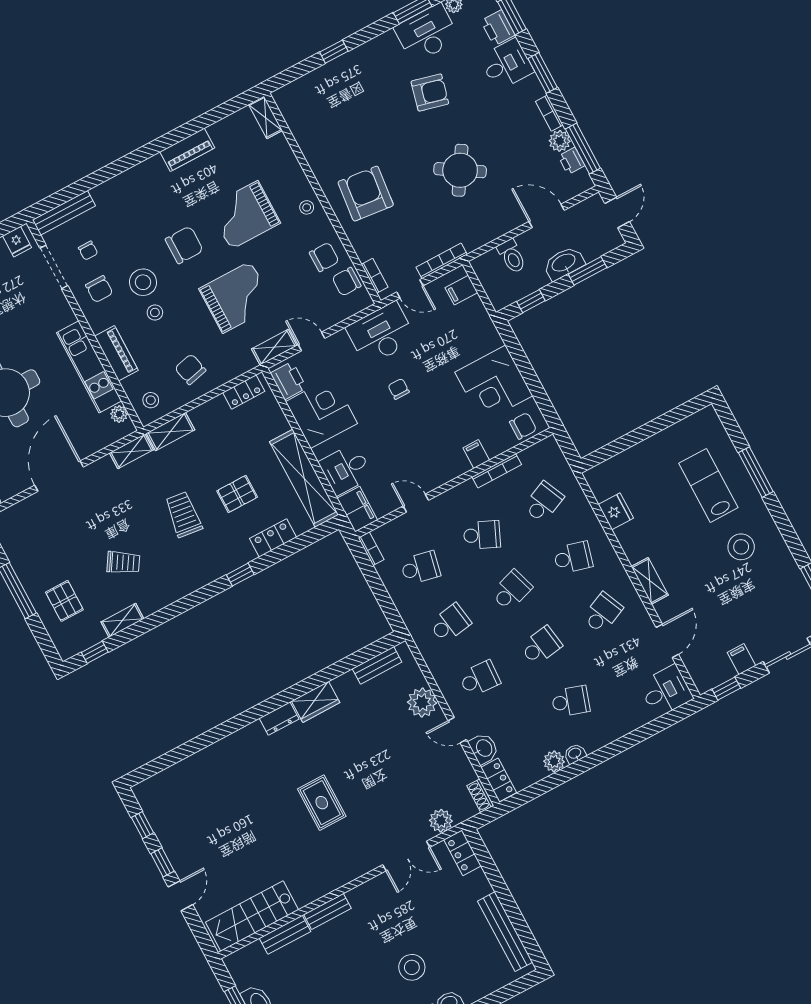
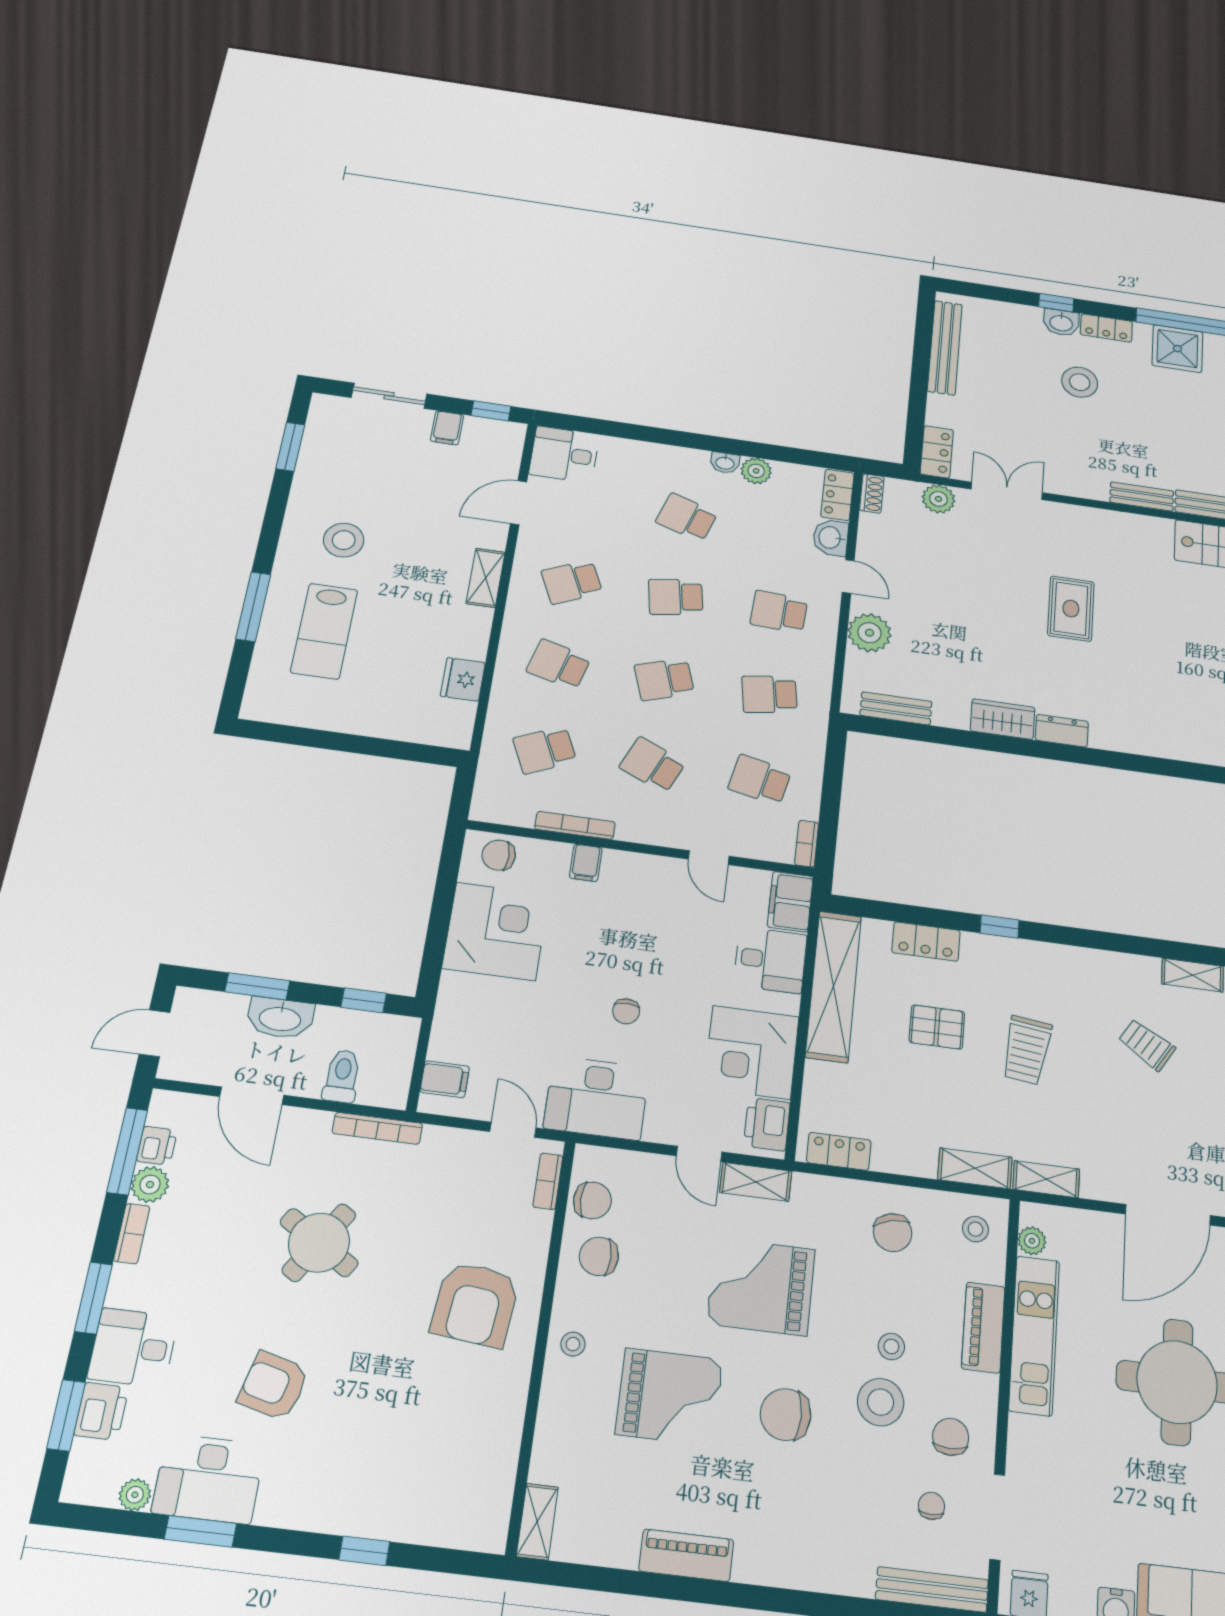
bookcase: (442, 261) -> (377, 1128), moved

